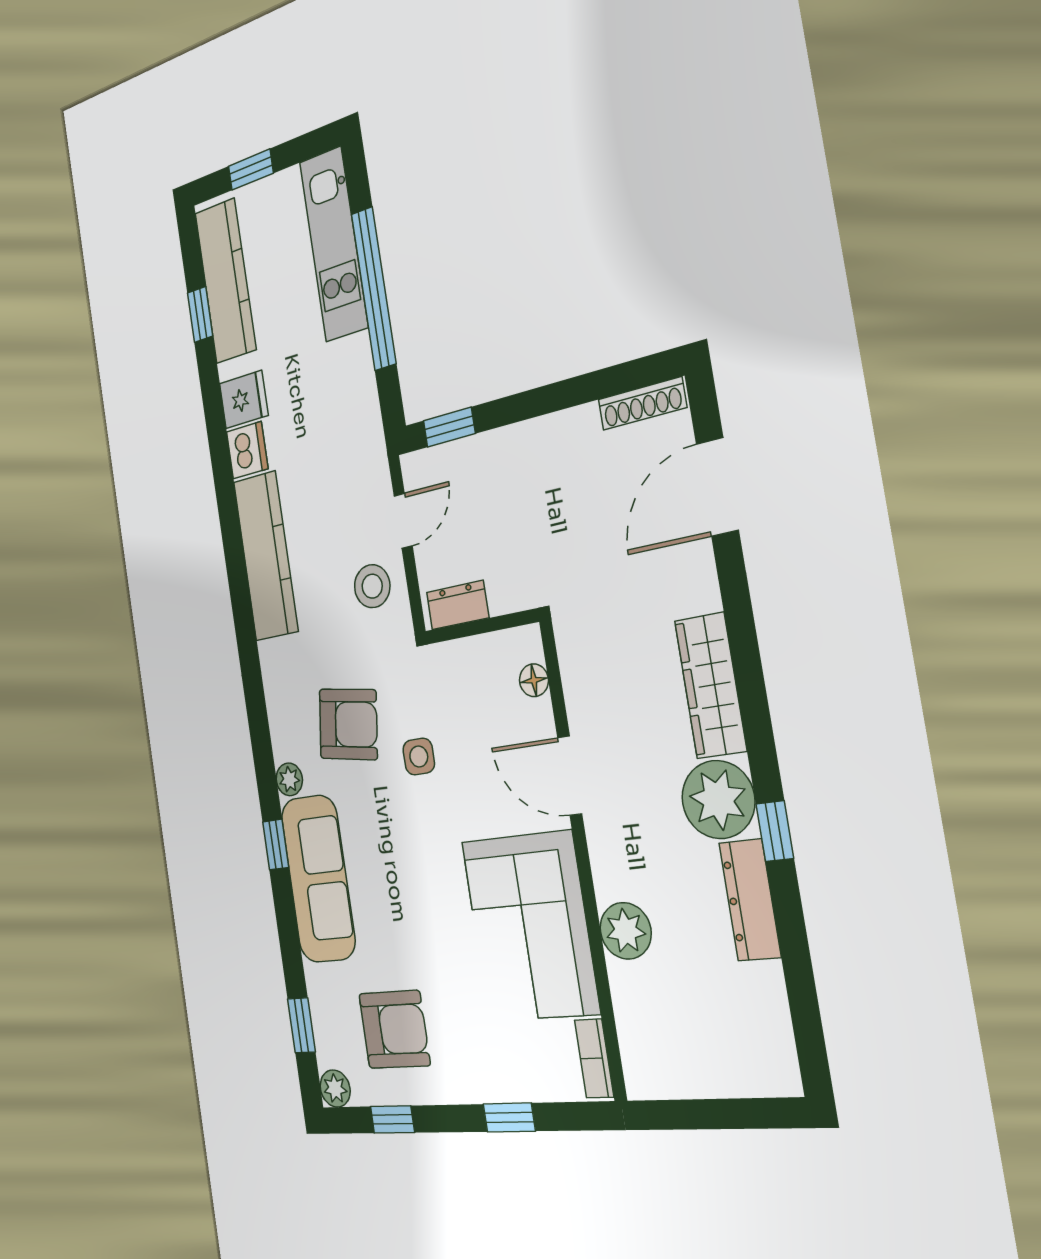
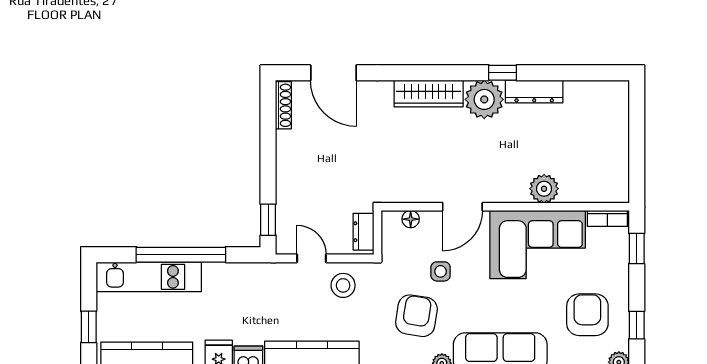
floor lamp: (534, 680) -> (411, 219), moved
door: (570, 776) -> (462, 207), moved
wall: (583, 858) -> (505, 207), moved
corner sofa: (530, 927) -> (538, 245), moved
plant: (626, 931) -> (544, 189), moved
bookcase: (594, 1058) -> (607, 218), moved

